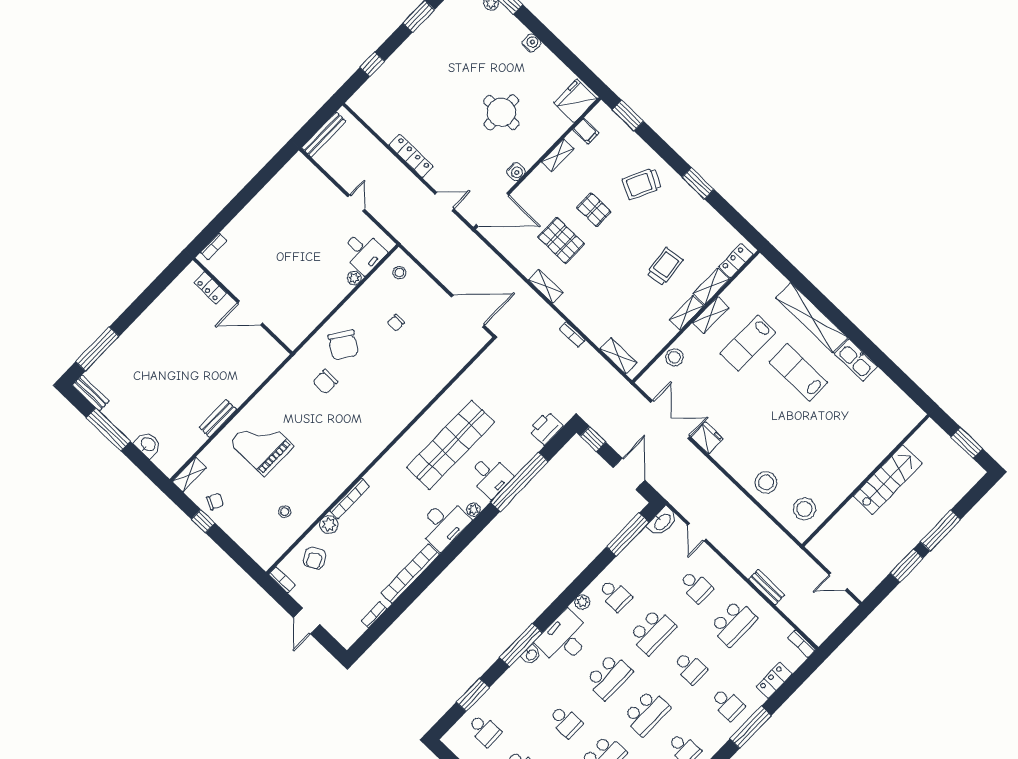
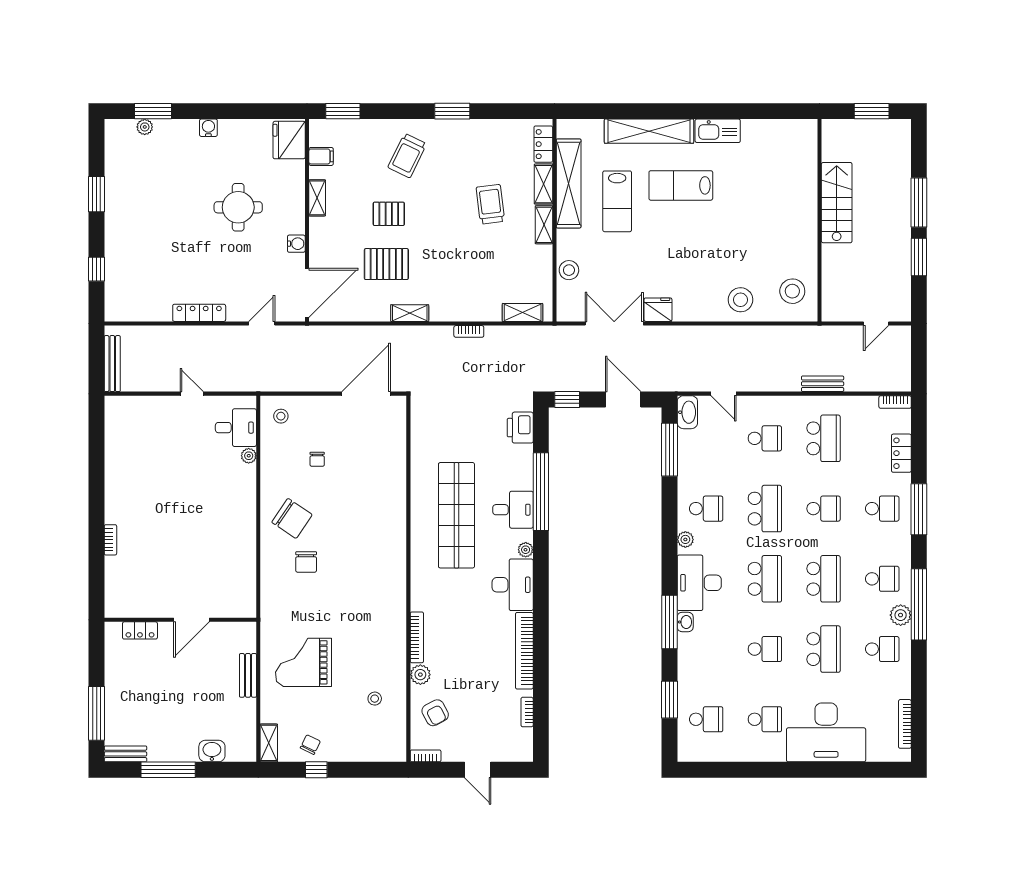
locker: (210, 288) -> (140, 630), moved
wall: (243, 306) -> (180, 620), moved
door: (250, 313) -> (192, 620), moved
shelving: (711, 315) -> (569, 183), width x2.20, depth x1.33

